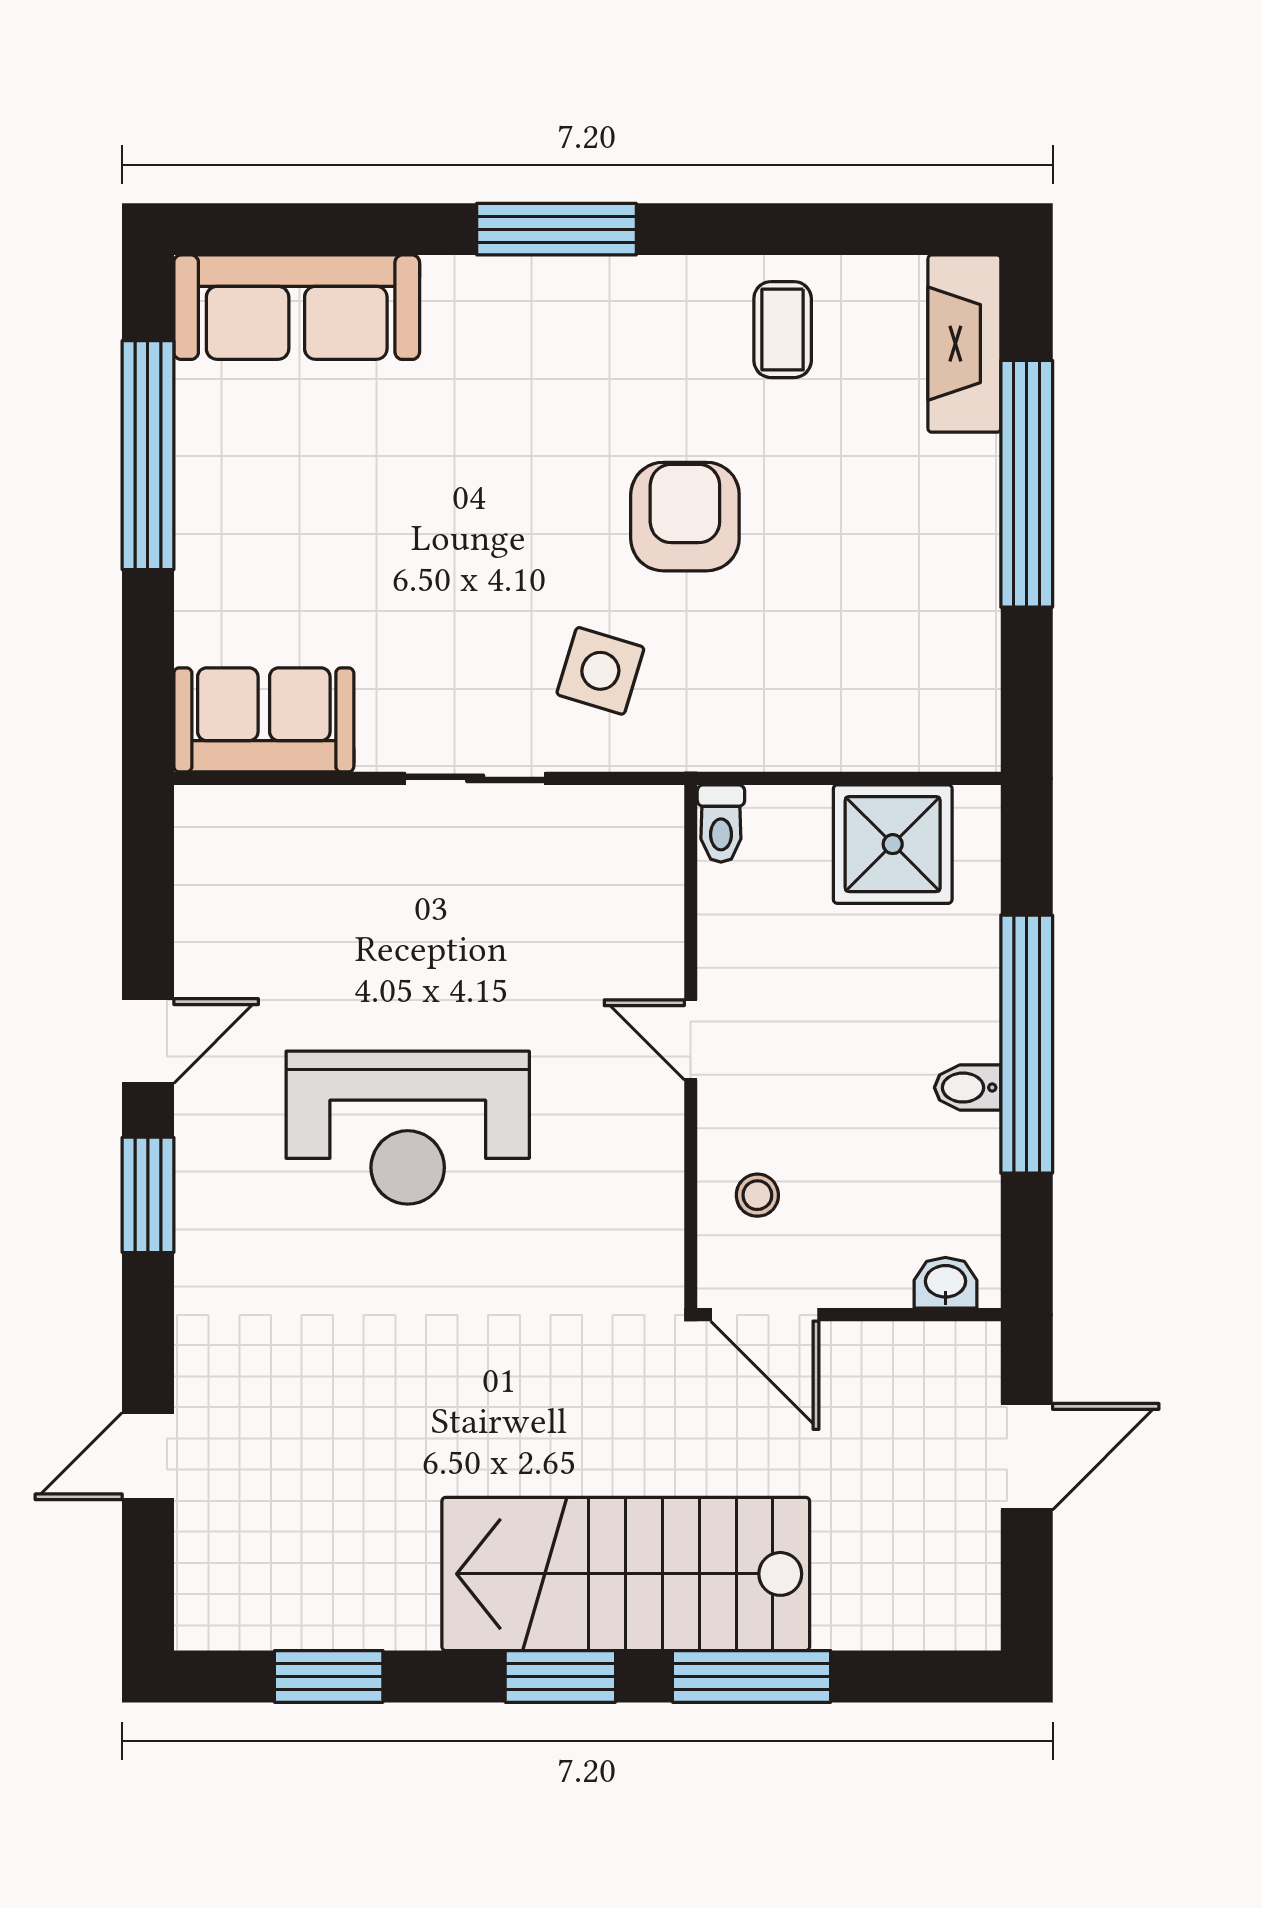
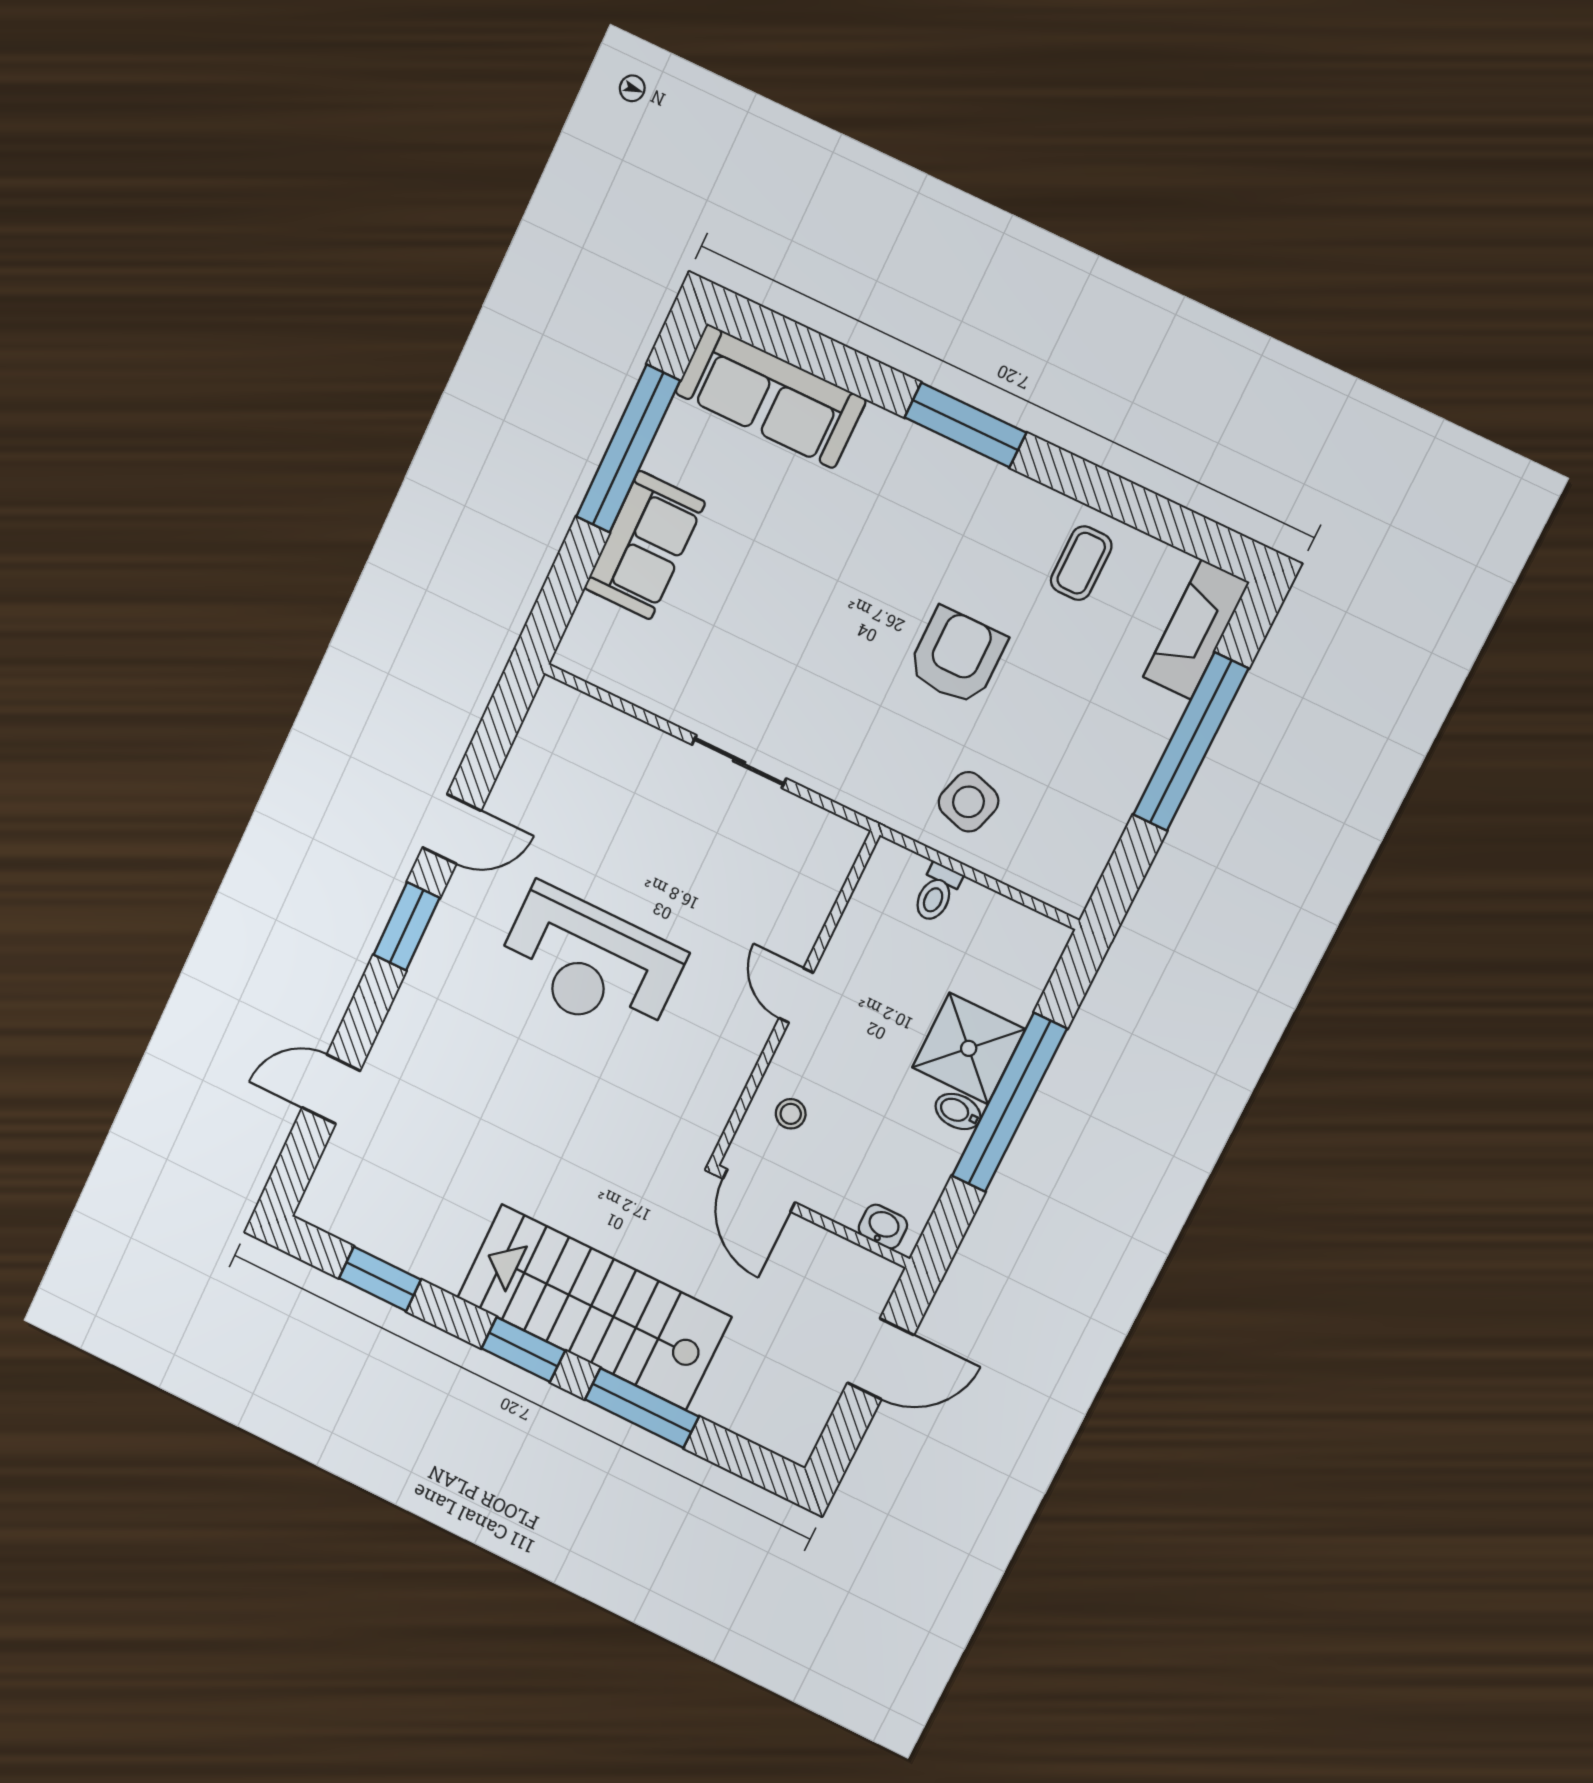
side table: (600, 671) -> (969, 802), moved
sofa: (264, 720) -> (645, 545), moved, turned 90
toilet: (721, 823) -> (937, 893), moved
shower: (893, 844) -> (969, 1048), moved

